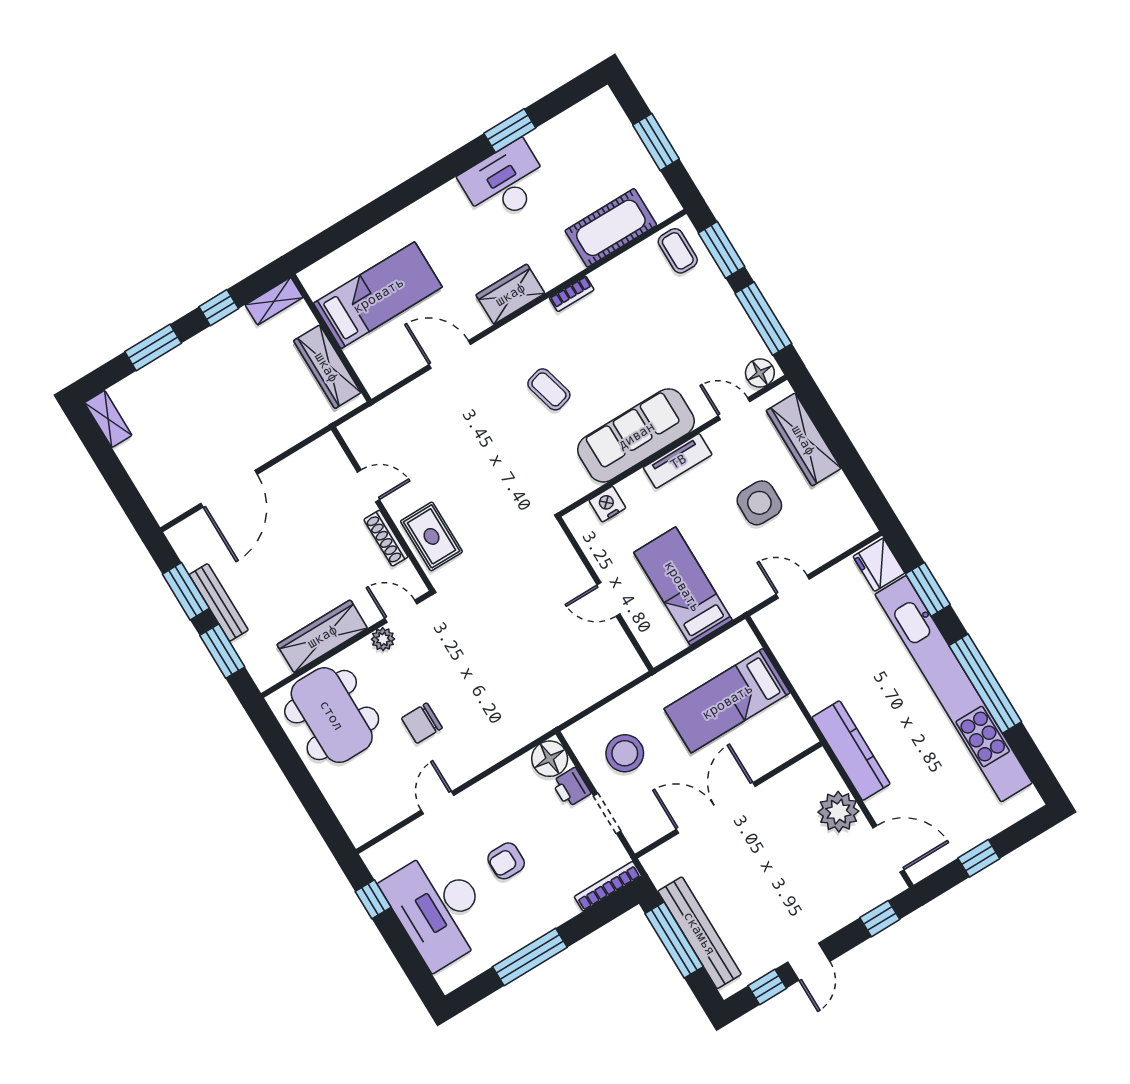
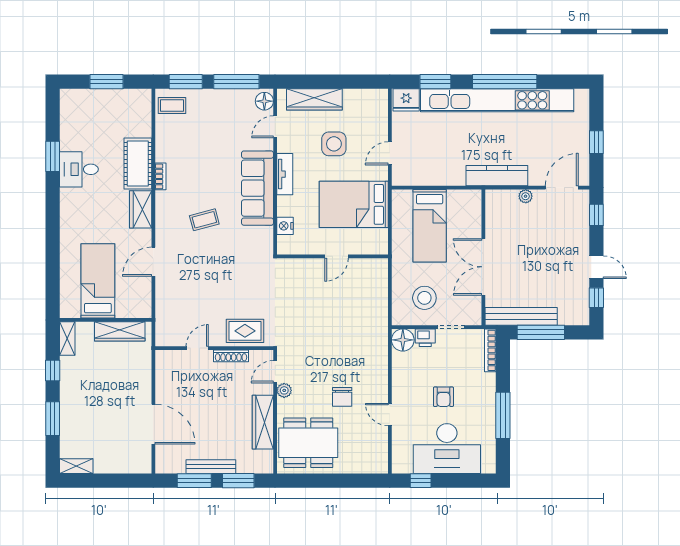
desk: (505, 183) -> (79, 169), width x0.73
cot: (611, 228) -> (138, 164), moved
bed: (683, 586) -> (354, 204), width x1.50
plant: (838, 812) -> (526, 196), width x0.53, depth x0.53
bench: (700, 933) -> (521, 316), moved

